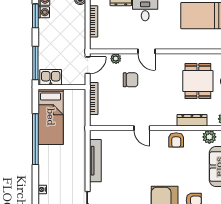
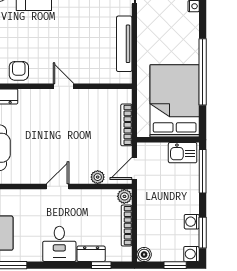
washing machine: (44, 12) -> (192, 222), moved
plant: (95, 44) -> (124, 196), added
door: (146, 51) -> (58, 186), hinge flipped
chair: (131, 80) -> (78, 149), removed
bed: (51, 117) -> (175, 101), width x1.50

